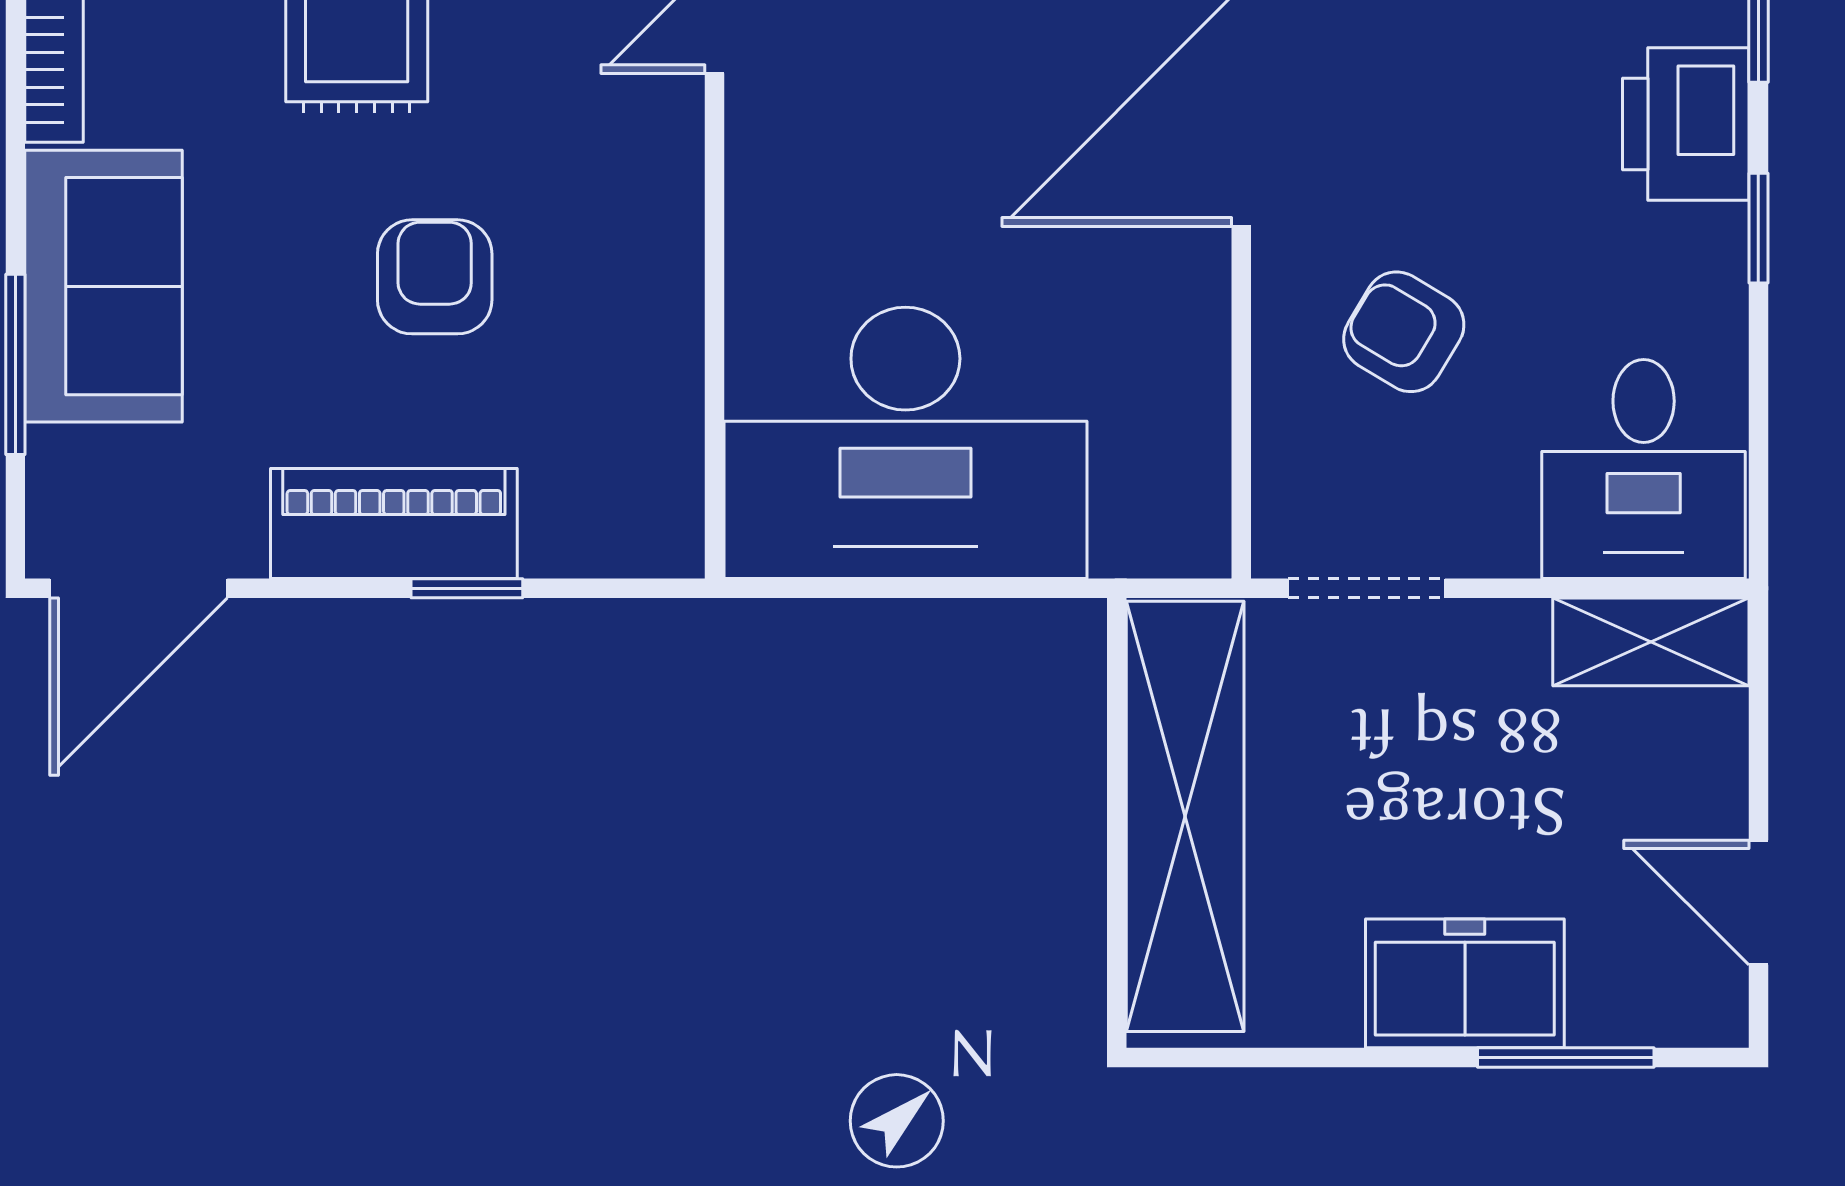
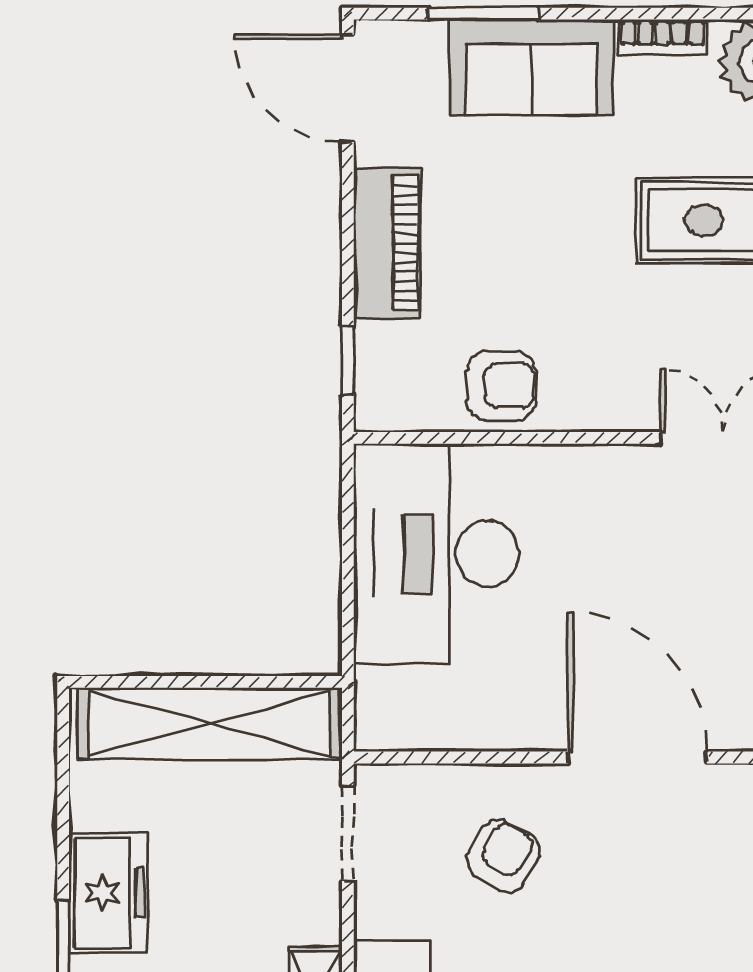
armchair: (435, 277) -> (501, 386), moved
window: (467, 588) -> (348, 360), moved

